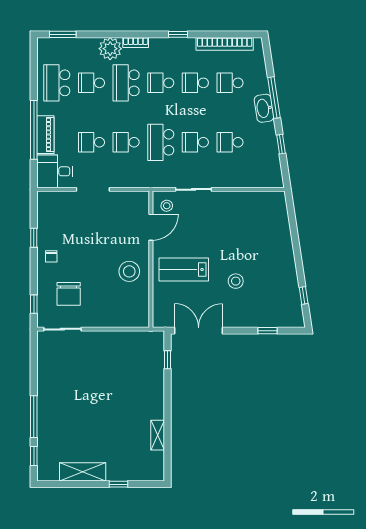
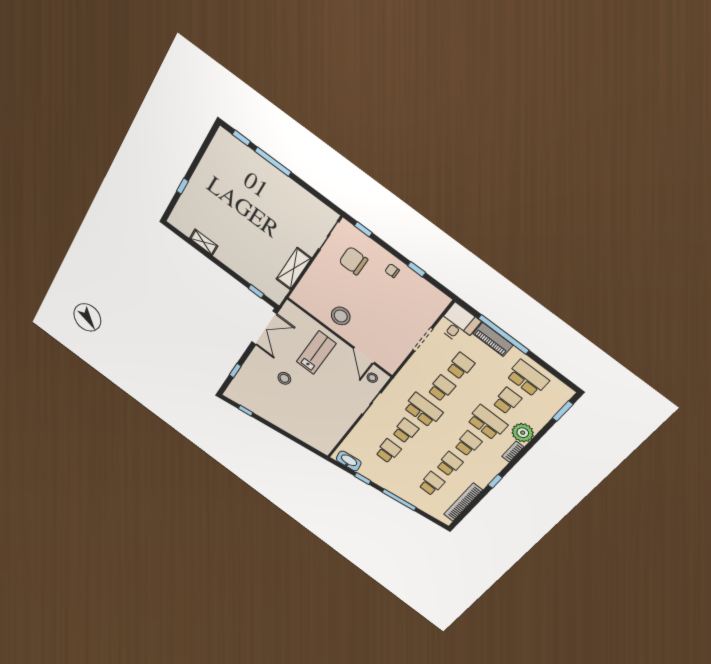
washbasin: (264, 108) -> (349, 461), moved
shelving: (83, 472) -> (294, 269), moved

